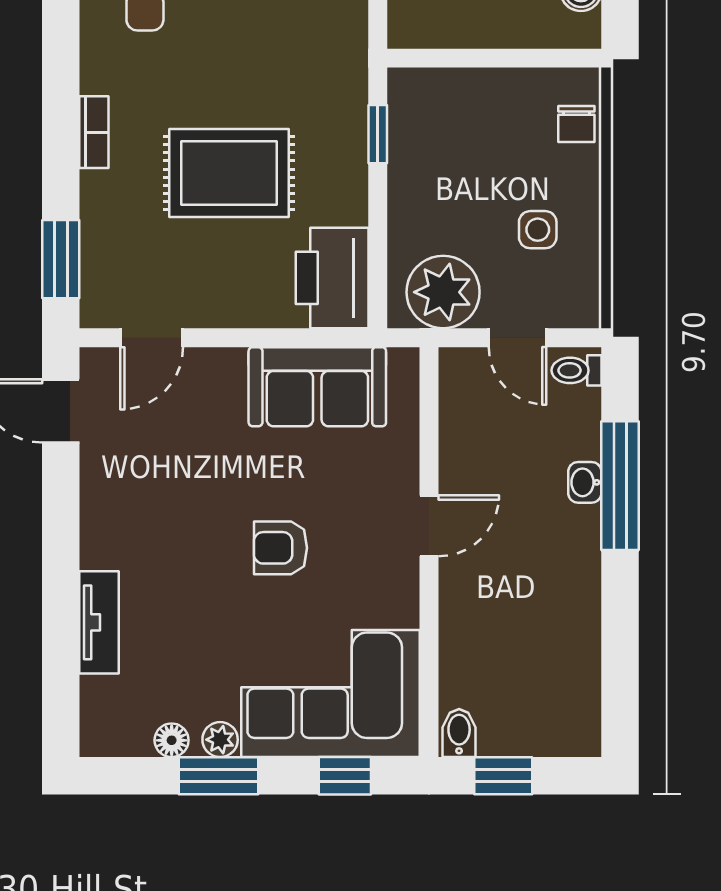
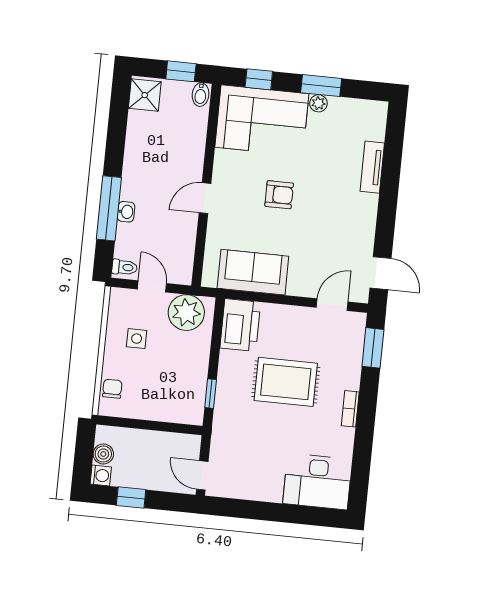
shower: (571, 721) -> (145, 95), added
floor lamp: (172, 740) -> (342, 105), removed

